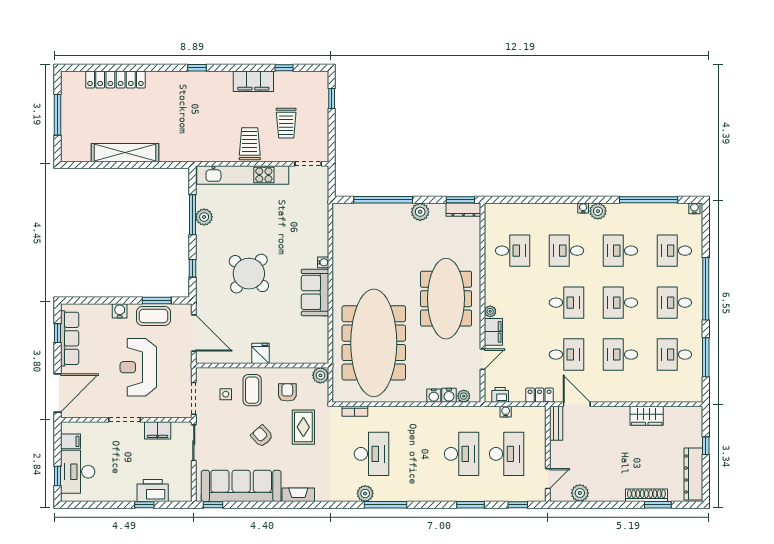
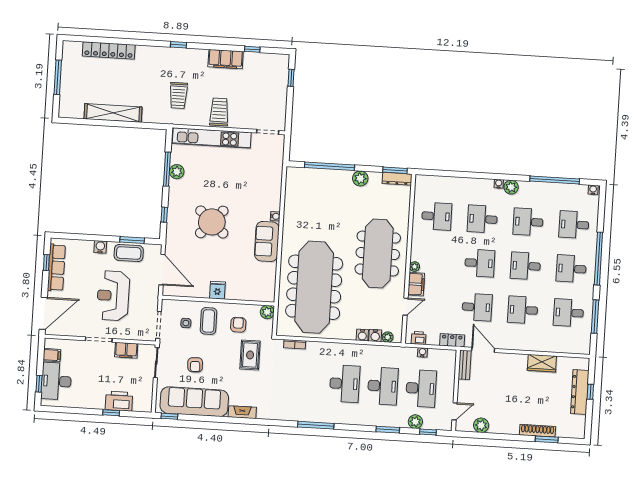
trolley: (286, 123) -> (178, 95), moved
armchair: (262, 436) -> (195, 365), moved, turned -141
desk: (371, 454) -> (345, 384), moved
dresser: (693, 474) -> (580, 392), moved
plant: (365, 493) -> (415, 422), moved

